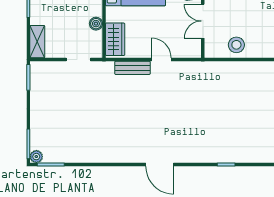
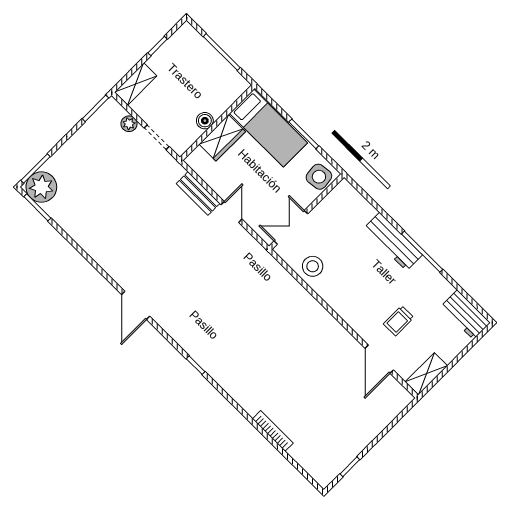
double door: (203, 21) -> (291, 227), moved
wardrobe: (115, 39) -> (222, 138), moved
plant: (55, 67) -> (129, 124), added
plant: (36, 157) -> (41, 187), width x1.87, depth x1.87

